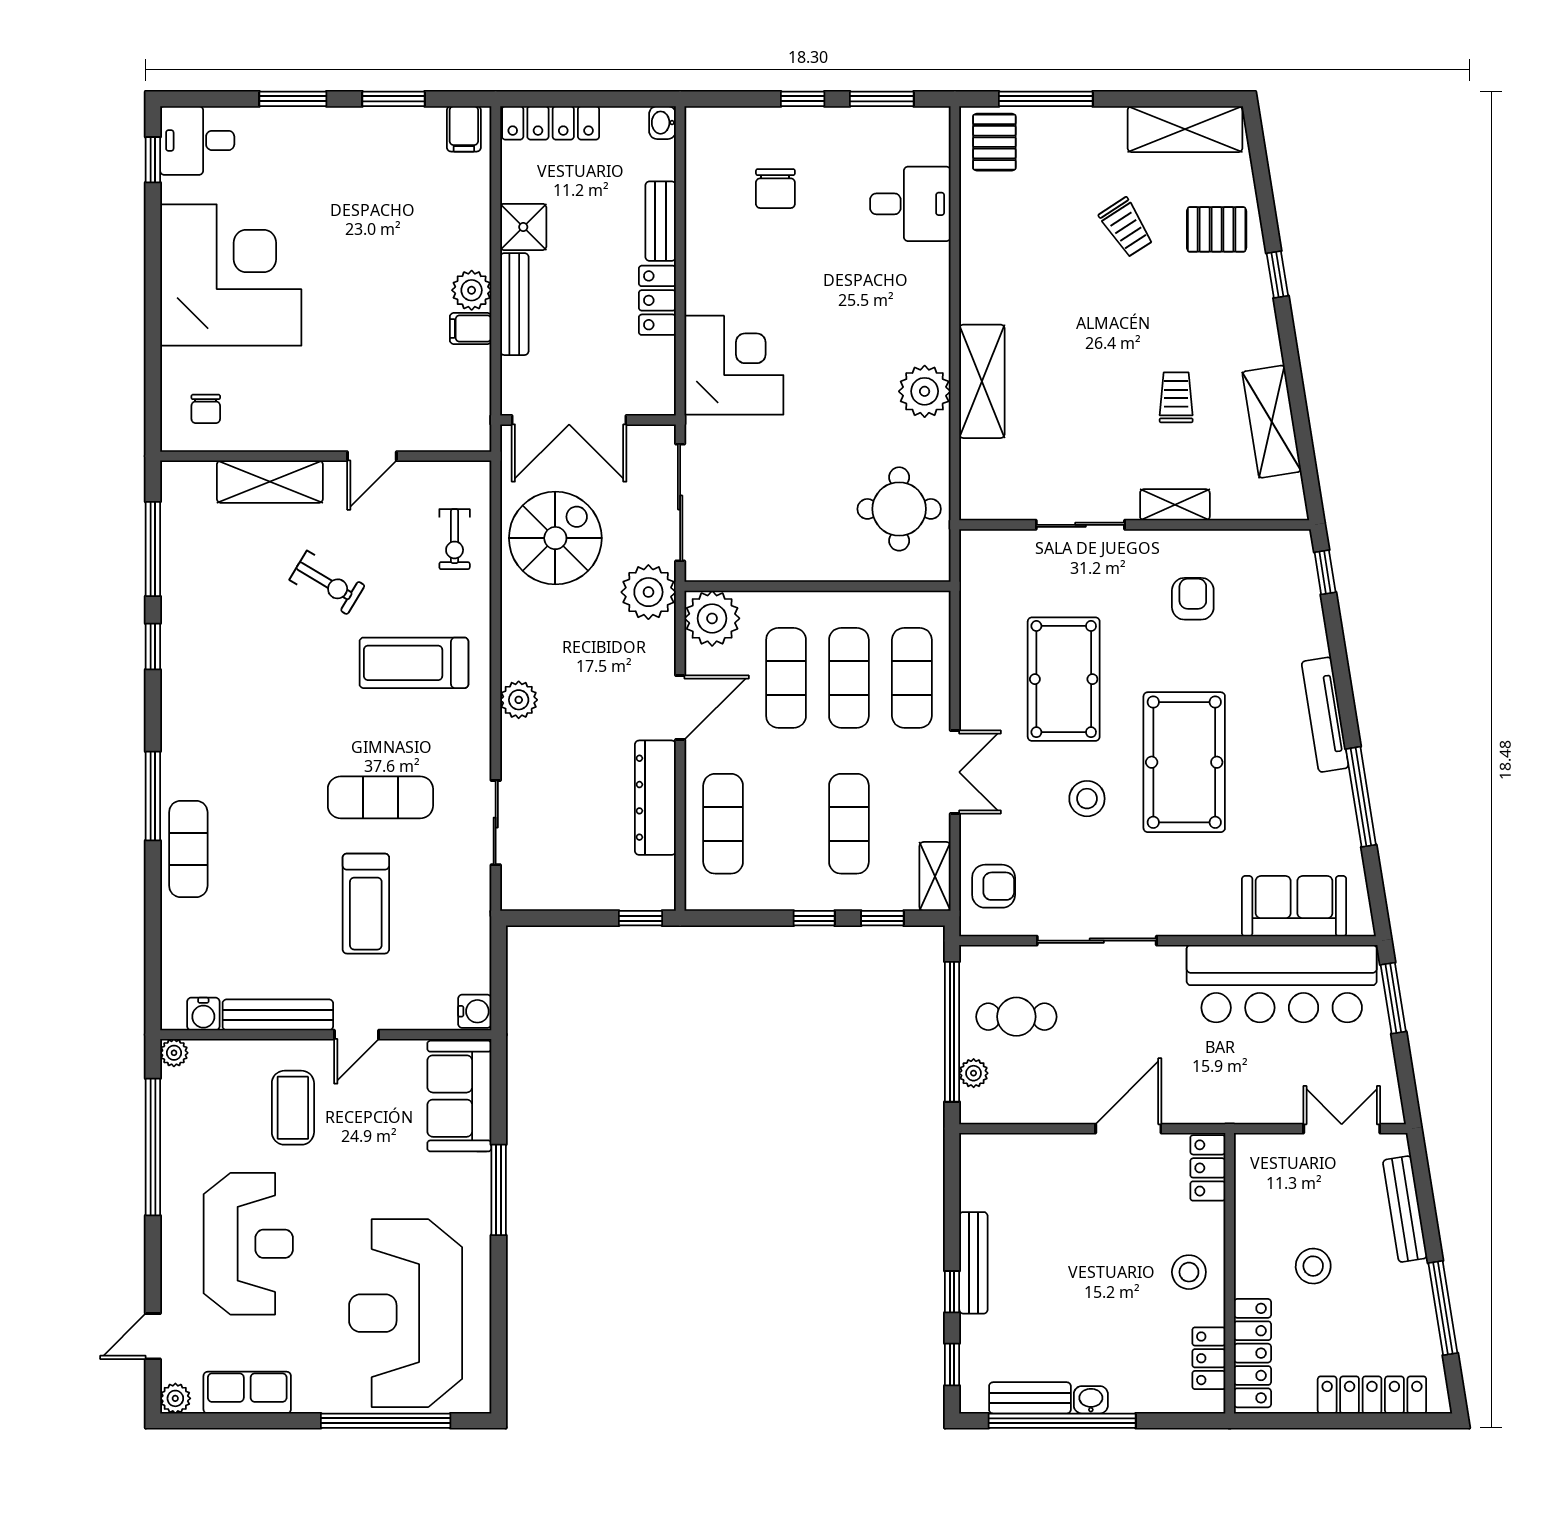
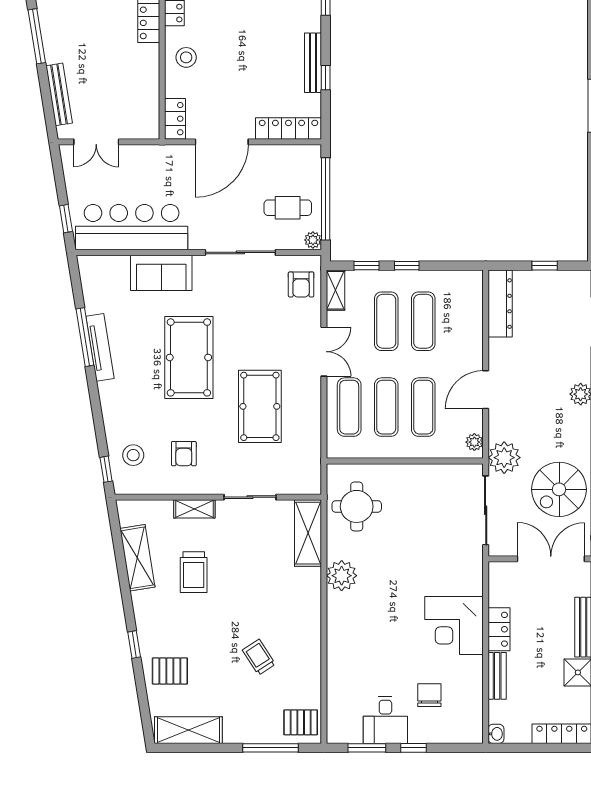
pallet: (994, 142) -> (301, 722), turned 90
desk: (910, 204) -> (385, 720), moved, turned -90
trolley: (1126, 227) -> (259, 657), moved
corner desk: (734, 365) -> (454, 626), moved
shelving: (982, 381) -> (308, 533), moved
trolley: (1176, 397) -> (194, 572), width x1.36, depth x1.39
plant: (712, 618) -> (474, 442), width x0.53, depth x0.53
tv unit: (1325, 715) -> (100, 347), moved
double door: (955, 772) -> (324, 352), swing flipped
dresser: (655, 798) -> (500, 304), moved
stool: (1087, 799) -> (133, 455), moved
exercise mat: (723, 824) -> (423, 321), moved
armchair: (994, 886) -> (301, 284), turned -90
sofa: (1294, 906) -> (161, 273), moved
window: (640, 918) -> (545, 266), moved
window: (1393, 998) -> (66, 219), width x0.67
plant: (974, 1073) -> (313, 240), moved
door: (1128, 1129) -> (222, 142), width x1.36
locker: (1015, 1151) -> (288, 128), added
stool: (1313, 1266) -> (113, 61), removed
window: (952, 1292) -> (326, 78), moved

